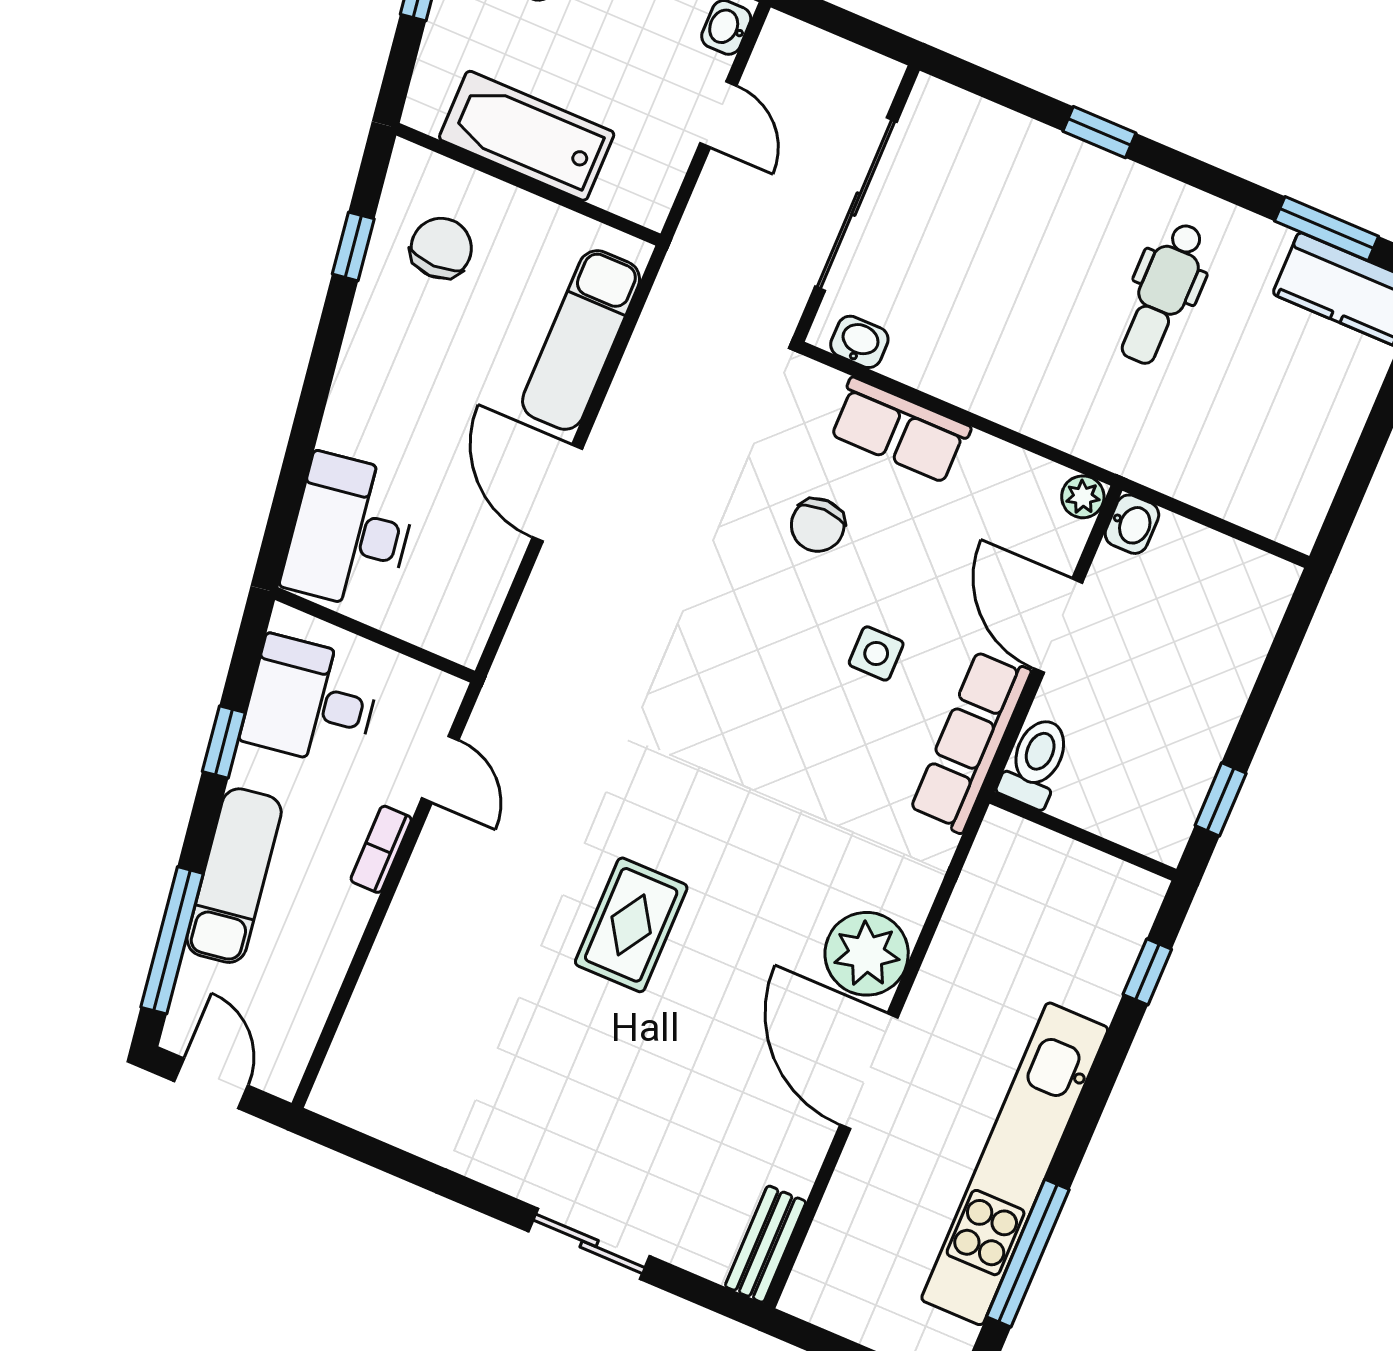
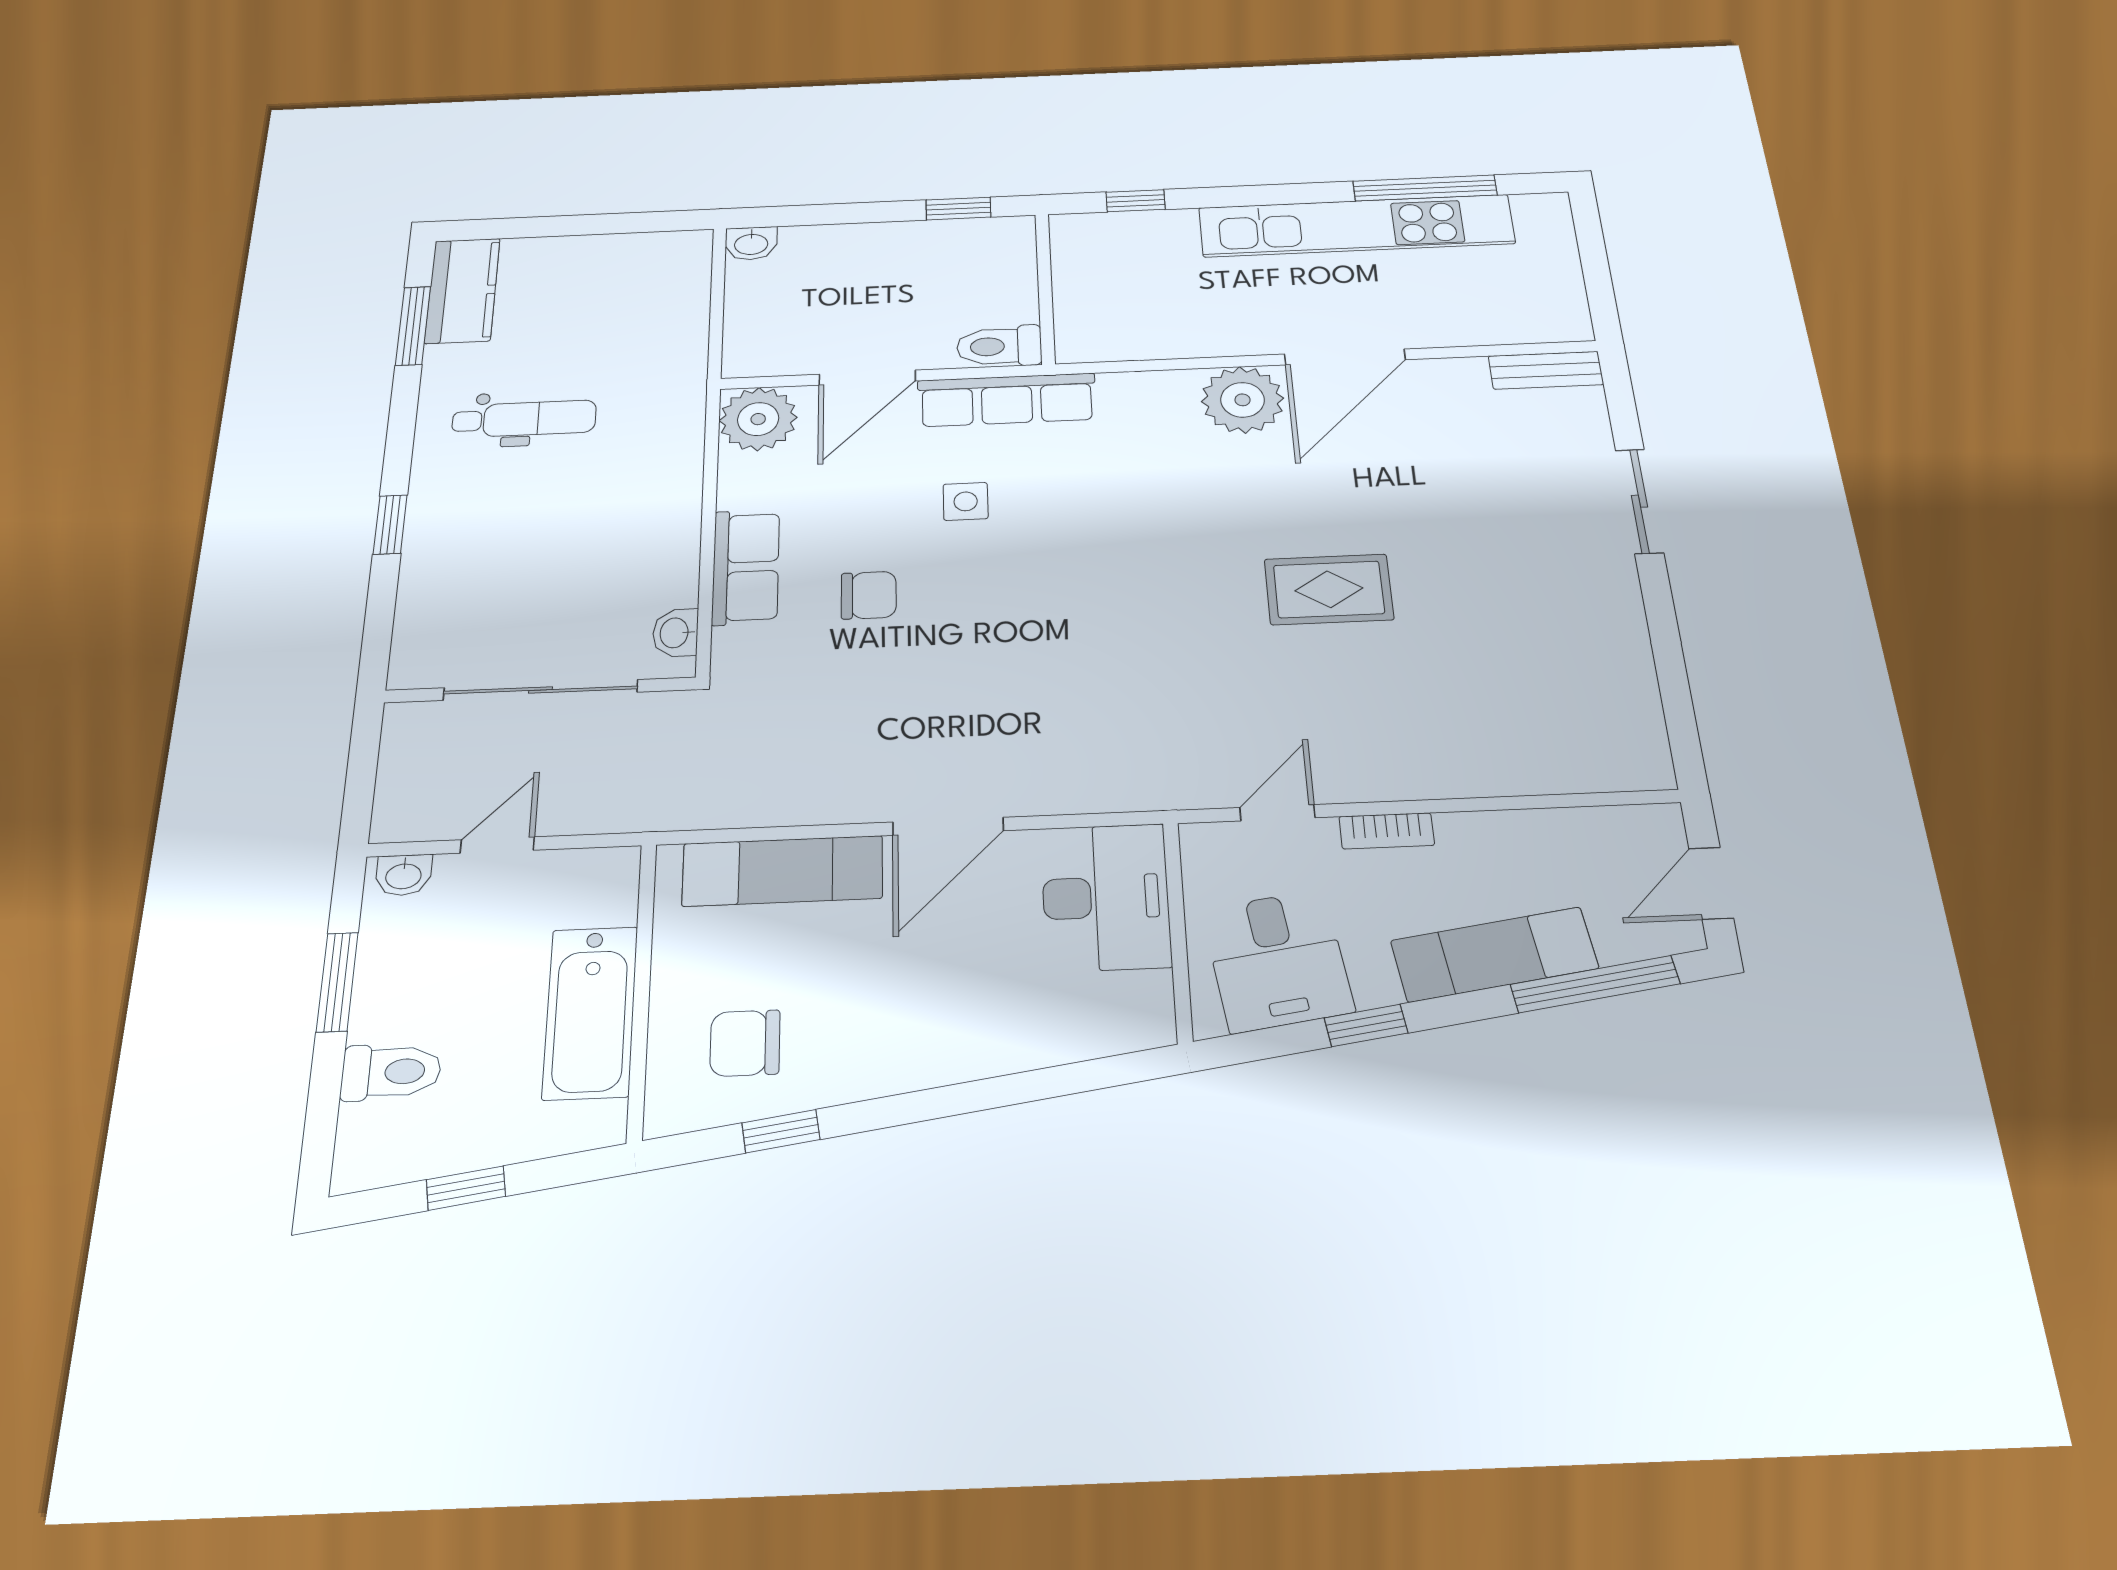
plant: (1083, 497) -> (758, 419), width x1.88, depth x1.88
washbasin: (1132, 524) -> (751, 243), moved, turned 180
desk: (350, 532) -> (1106, 897), moved, turned -82

